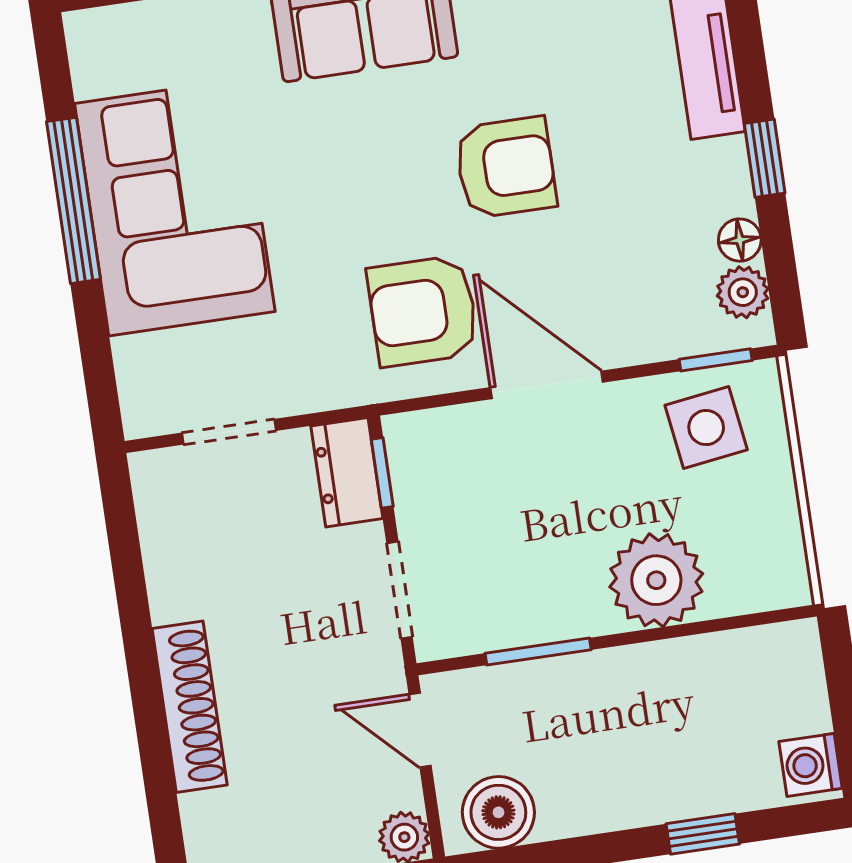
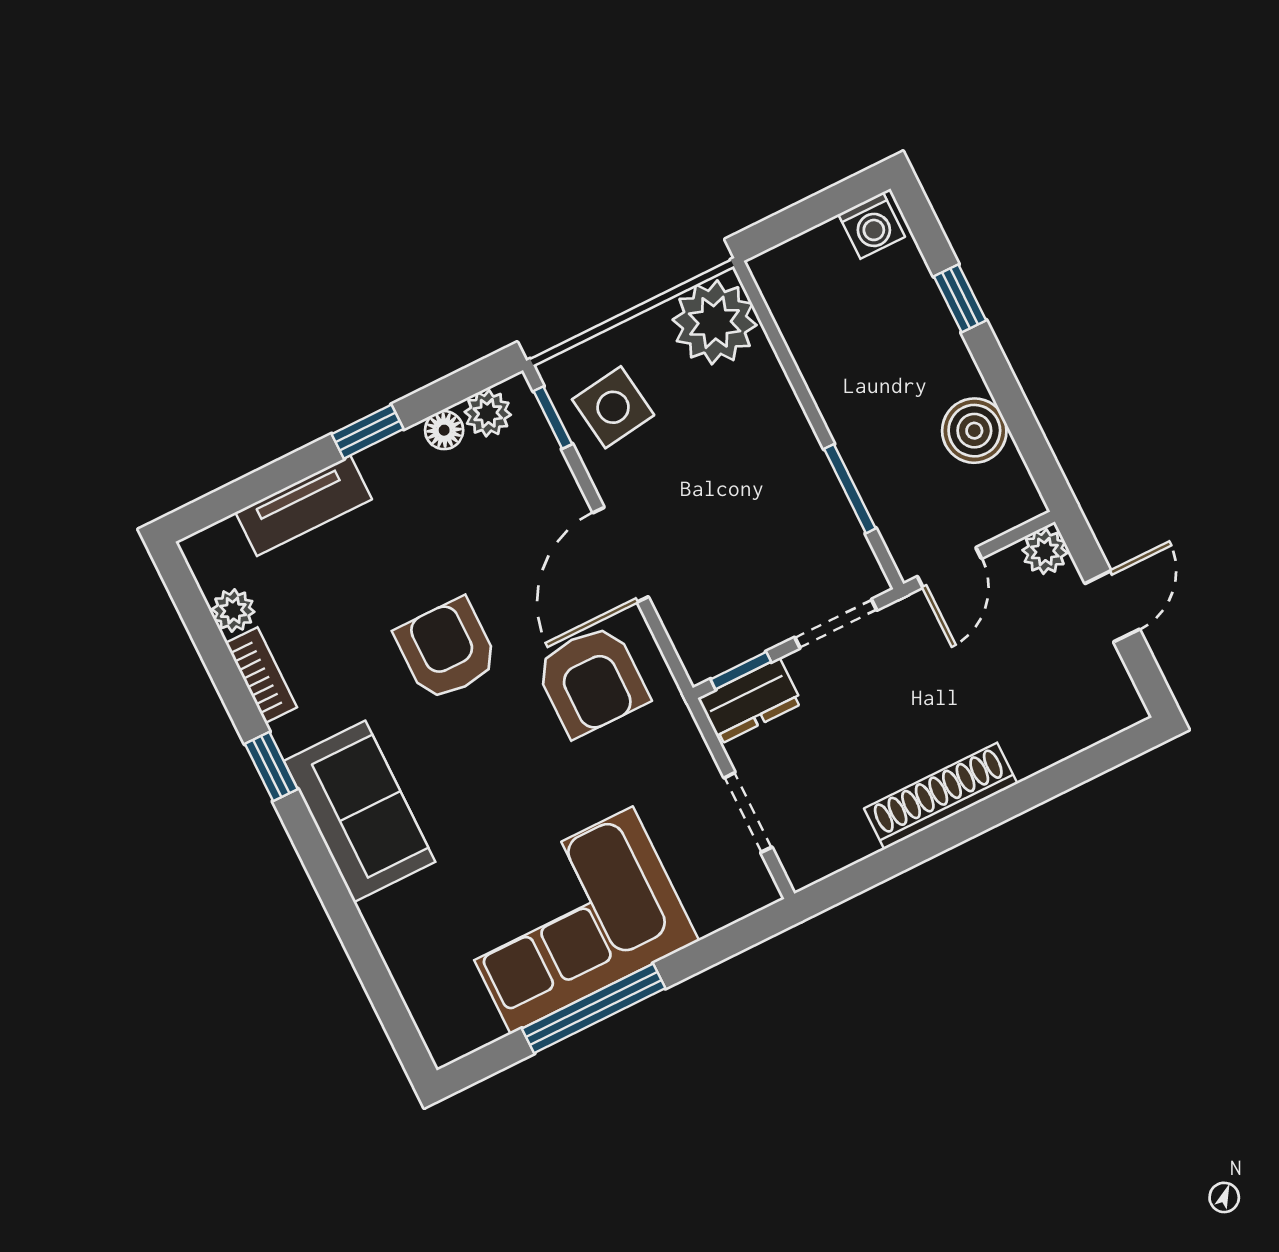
plant: (656, 580) -> (715, 322), moved
shoe rack: (190, 707) -> (941, 796), moved
boiler: (498, 812) -> (974, 431), moved

